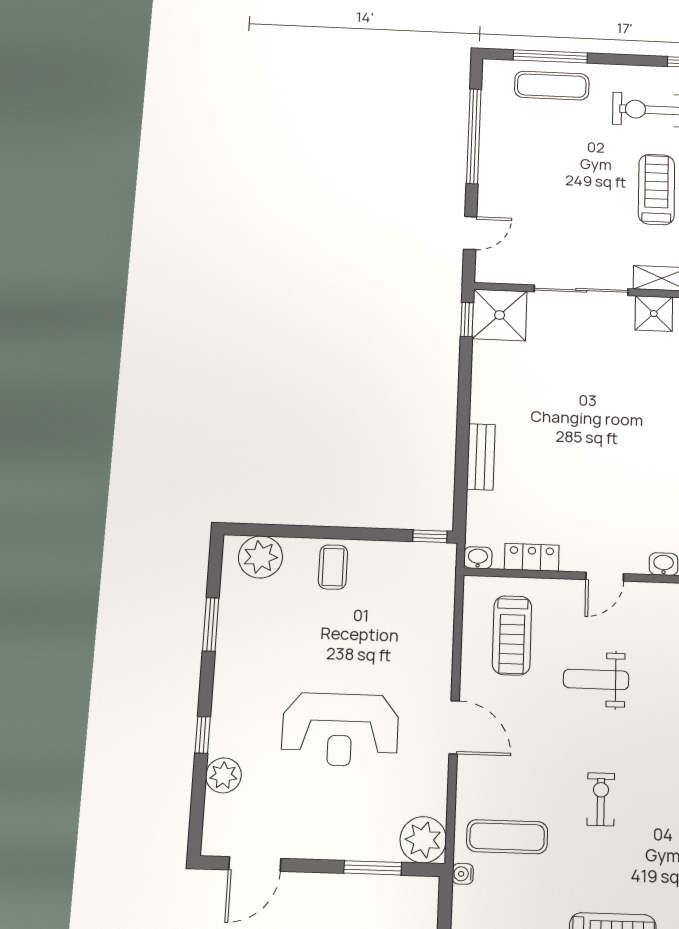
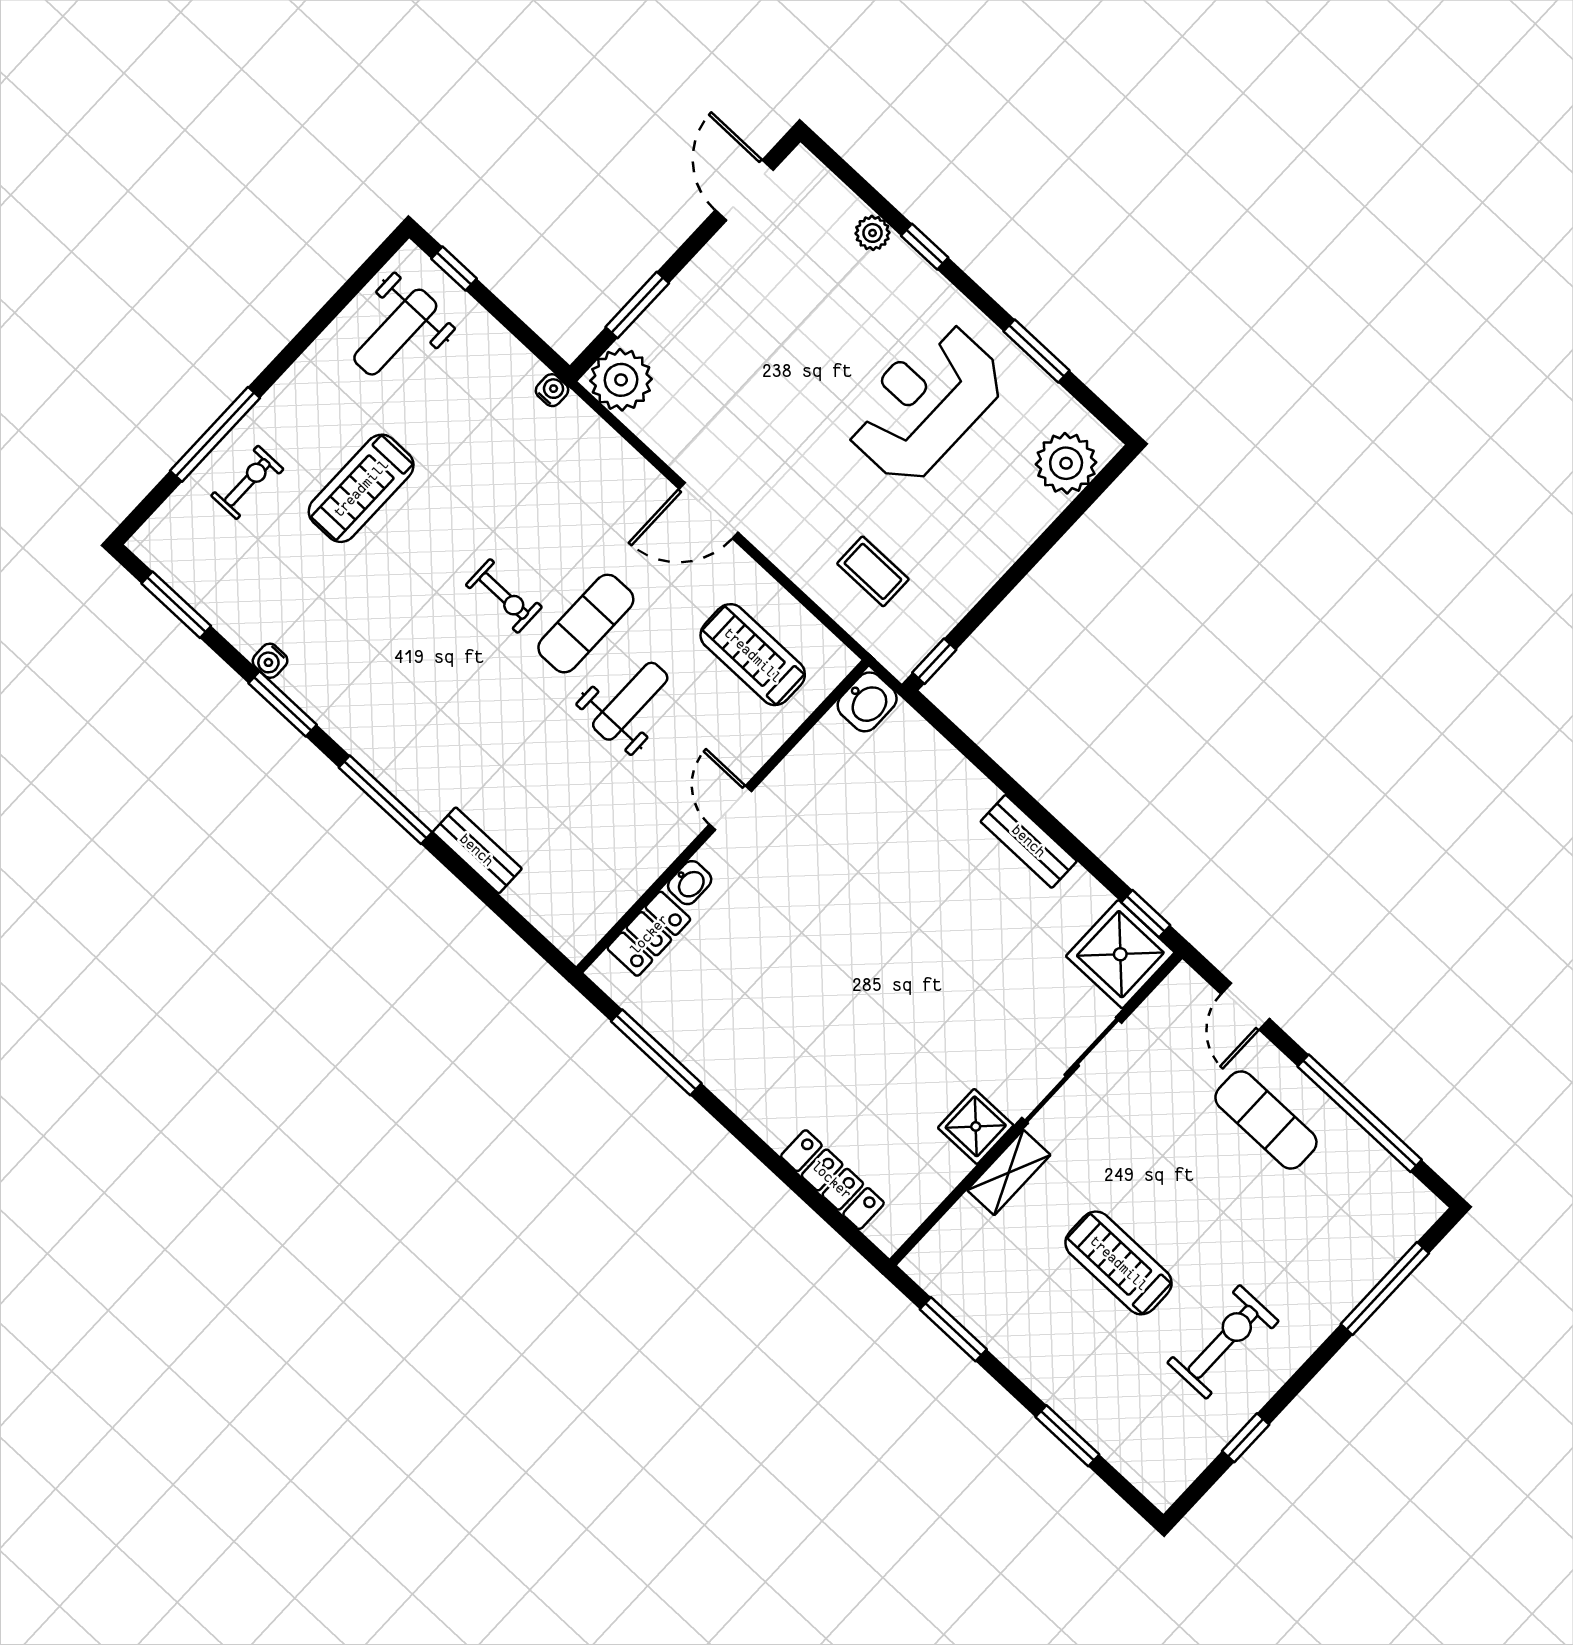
exercise mat: (552, 86) -> (1266, 1120), moved, turned 90
treadmill: (656, 189) -> (1119, 1263), turned 180
bench: (481, 457) -> (1029, 841), moved
locker: (532, 557) -> (818, 749), removed
washbasin: (478, 558) -> (867, 702), width x1.38, depth x1.45
coffee table: (333, 567) -> (873, 571), moved
reception desk: (340, 730) -> (925, 403), moved
plant: (224, 775) -> (873, 233), width x0.73, depth x0.73
exercise mat: (507, 837) -> (586, 624), moved

